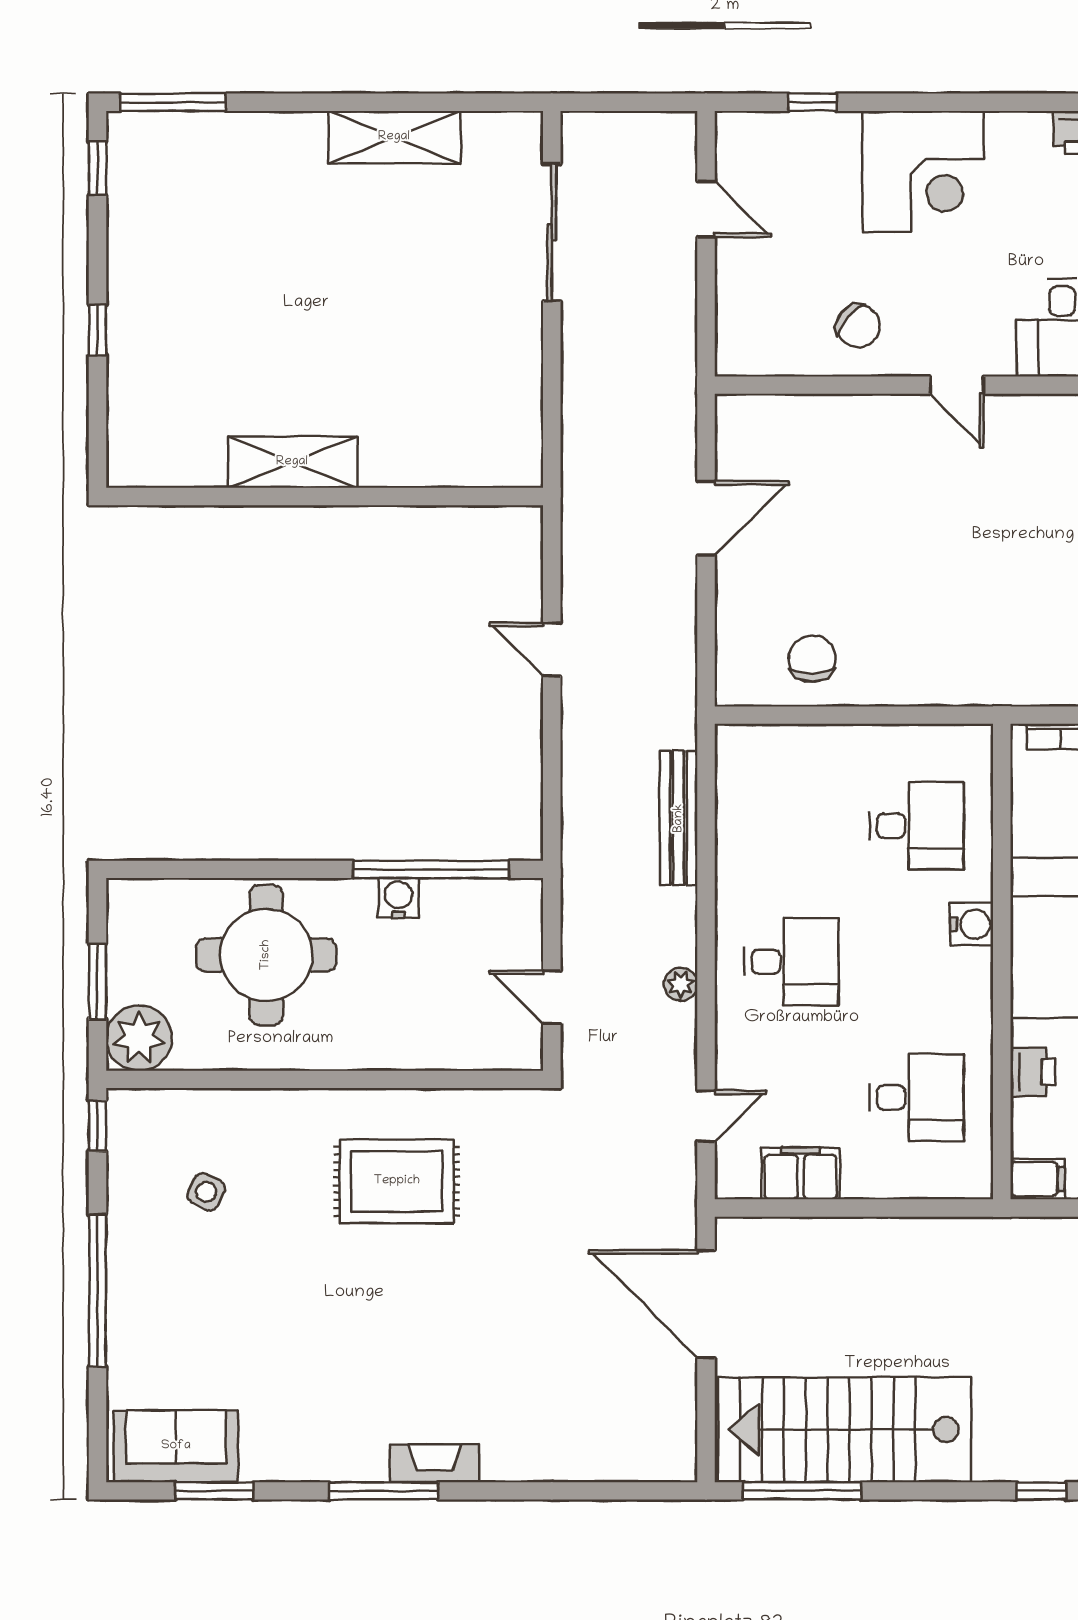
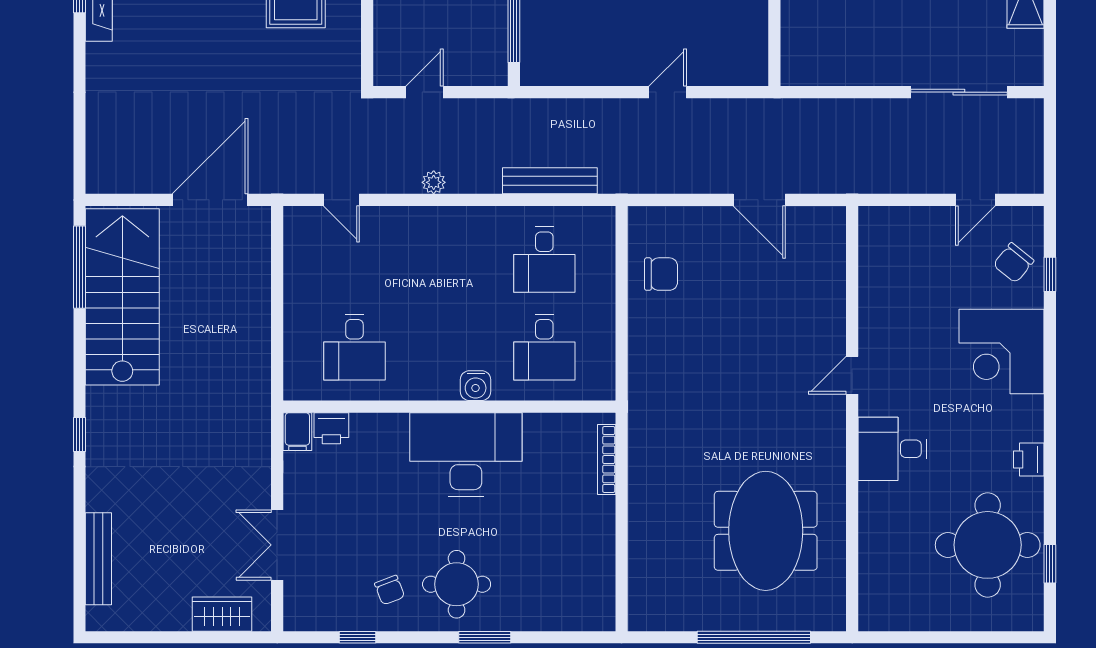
chair: (858, 326) -> (1014, 263), moved
desk: (791, 962) -> (544, 260), moved
printer: (1033, 1072) -> (331, 428), moved
filing cabinet: (801, 1173) -> (301, 266), removed

